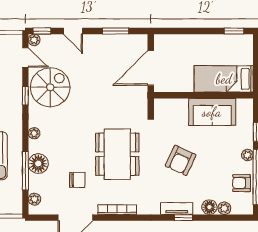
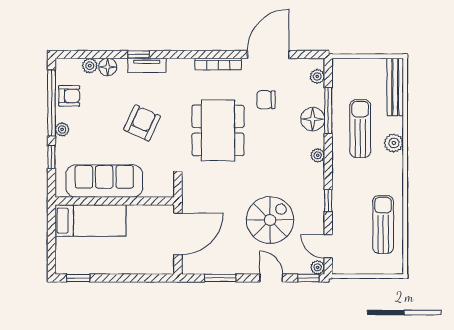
spiral stairs: (50, 87) -> (270, 220), moved, turned 180
sofa: (212, 112) -> (104, 181), width x1.36

